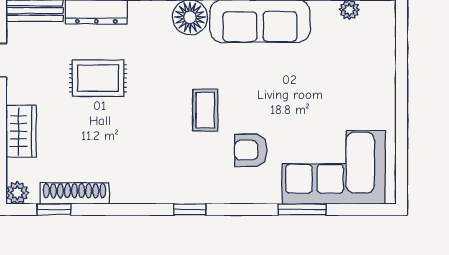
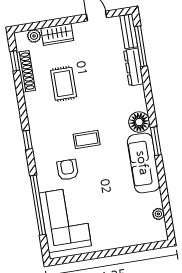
rug: (98, 78) -> (64, 84), moved
plant: (17, 193) -> (34, 36), moved
window: (302, 209) -> (38, 205), width x2.11

